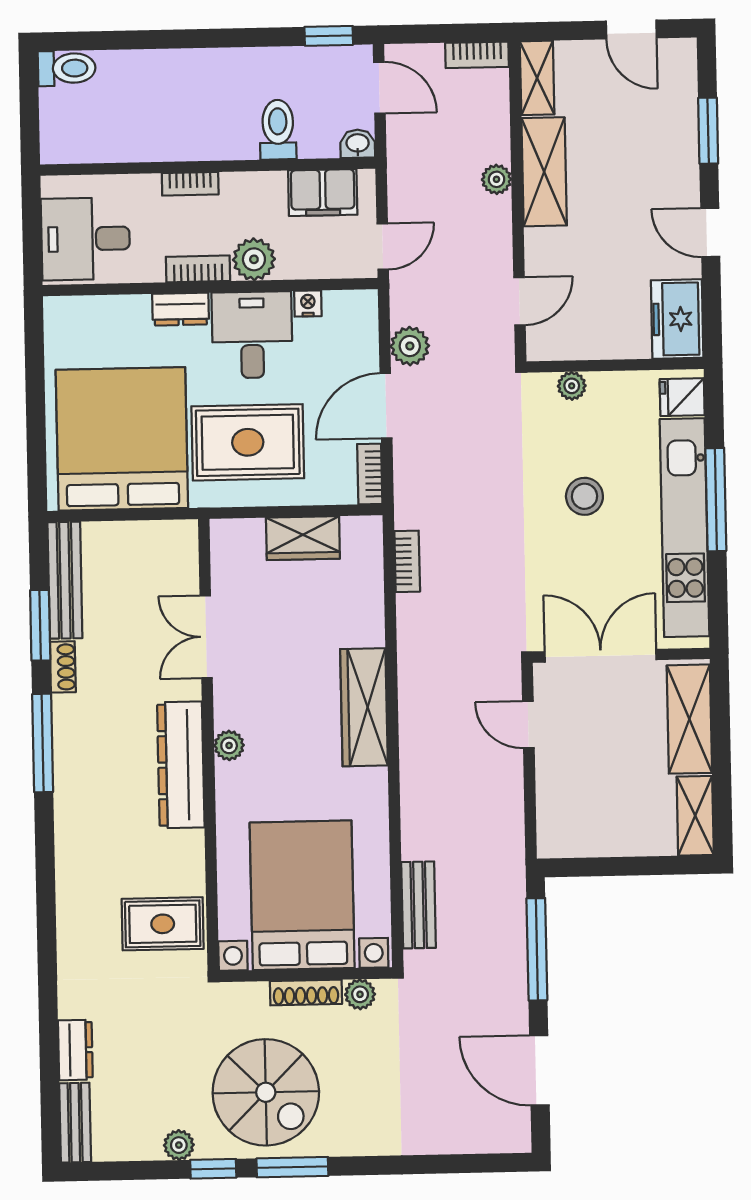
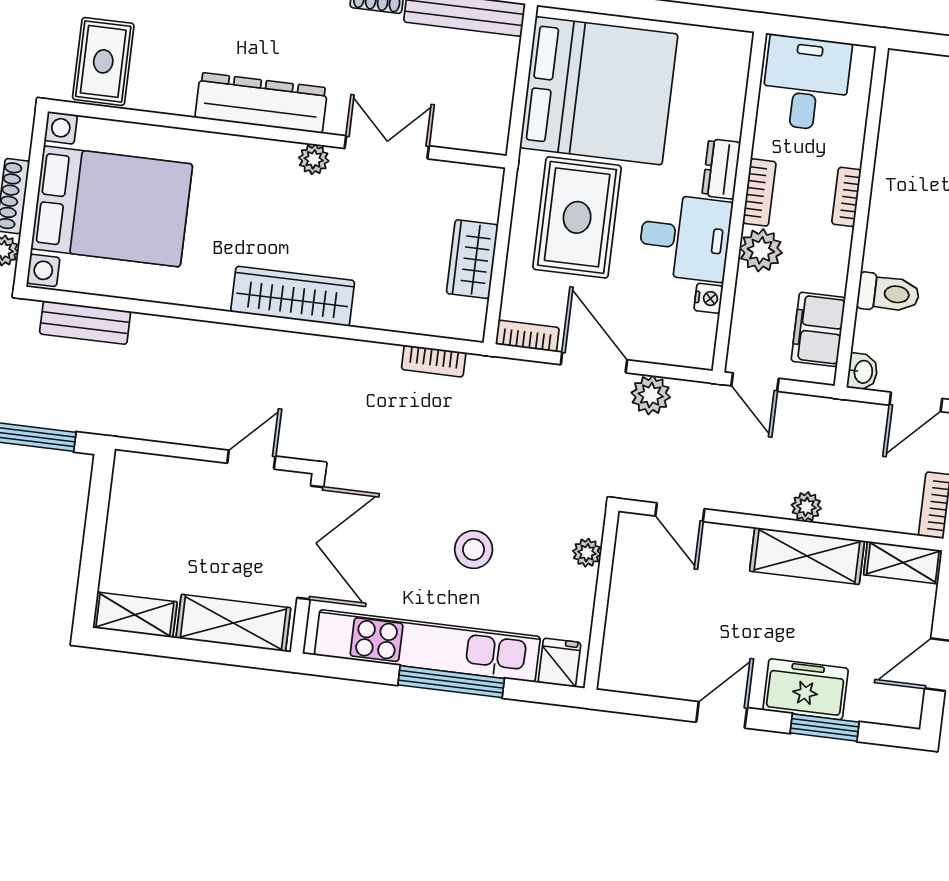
freezer: (677, 319) -> (806, 689), moved
plant: (229, 745) -> (314, 159), moved

